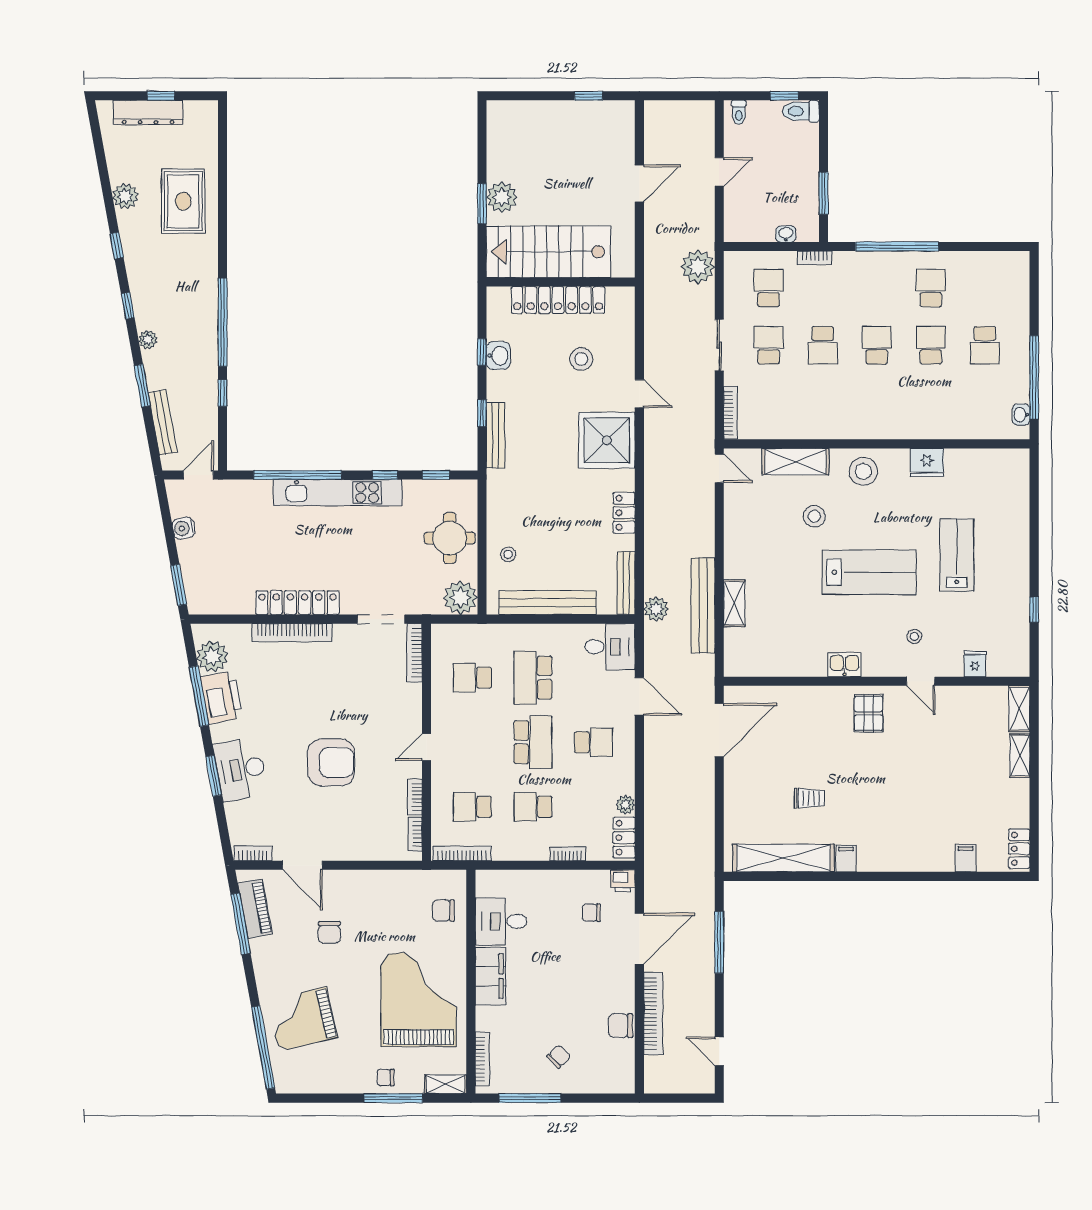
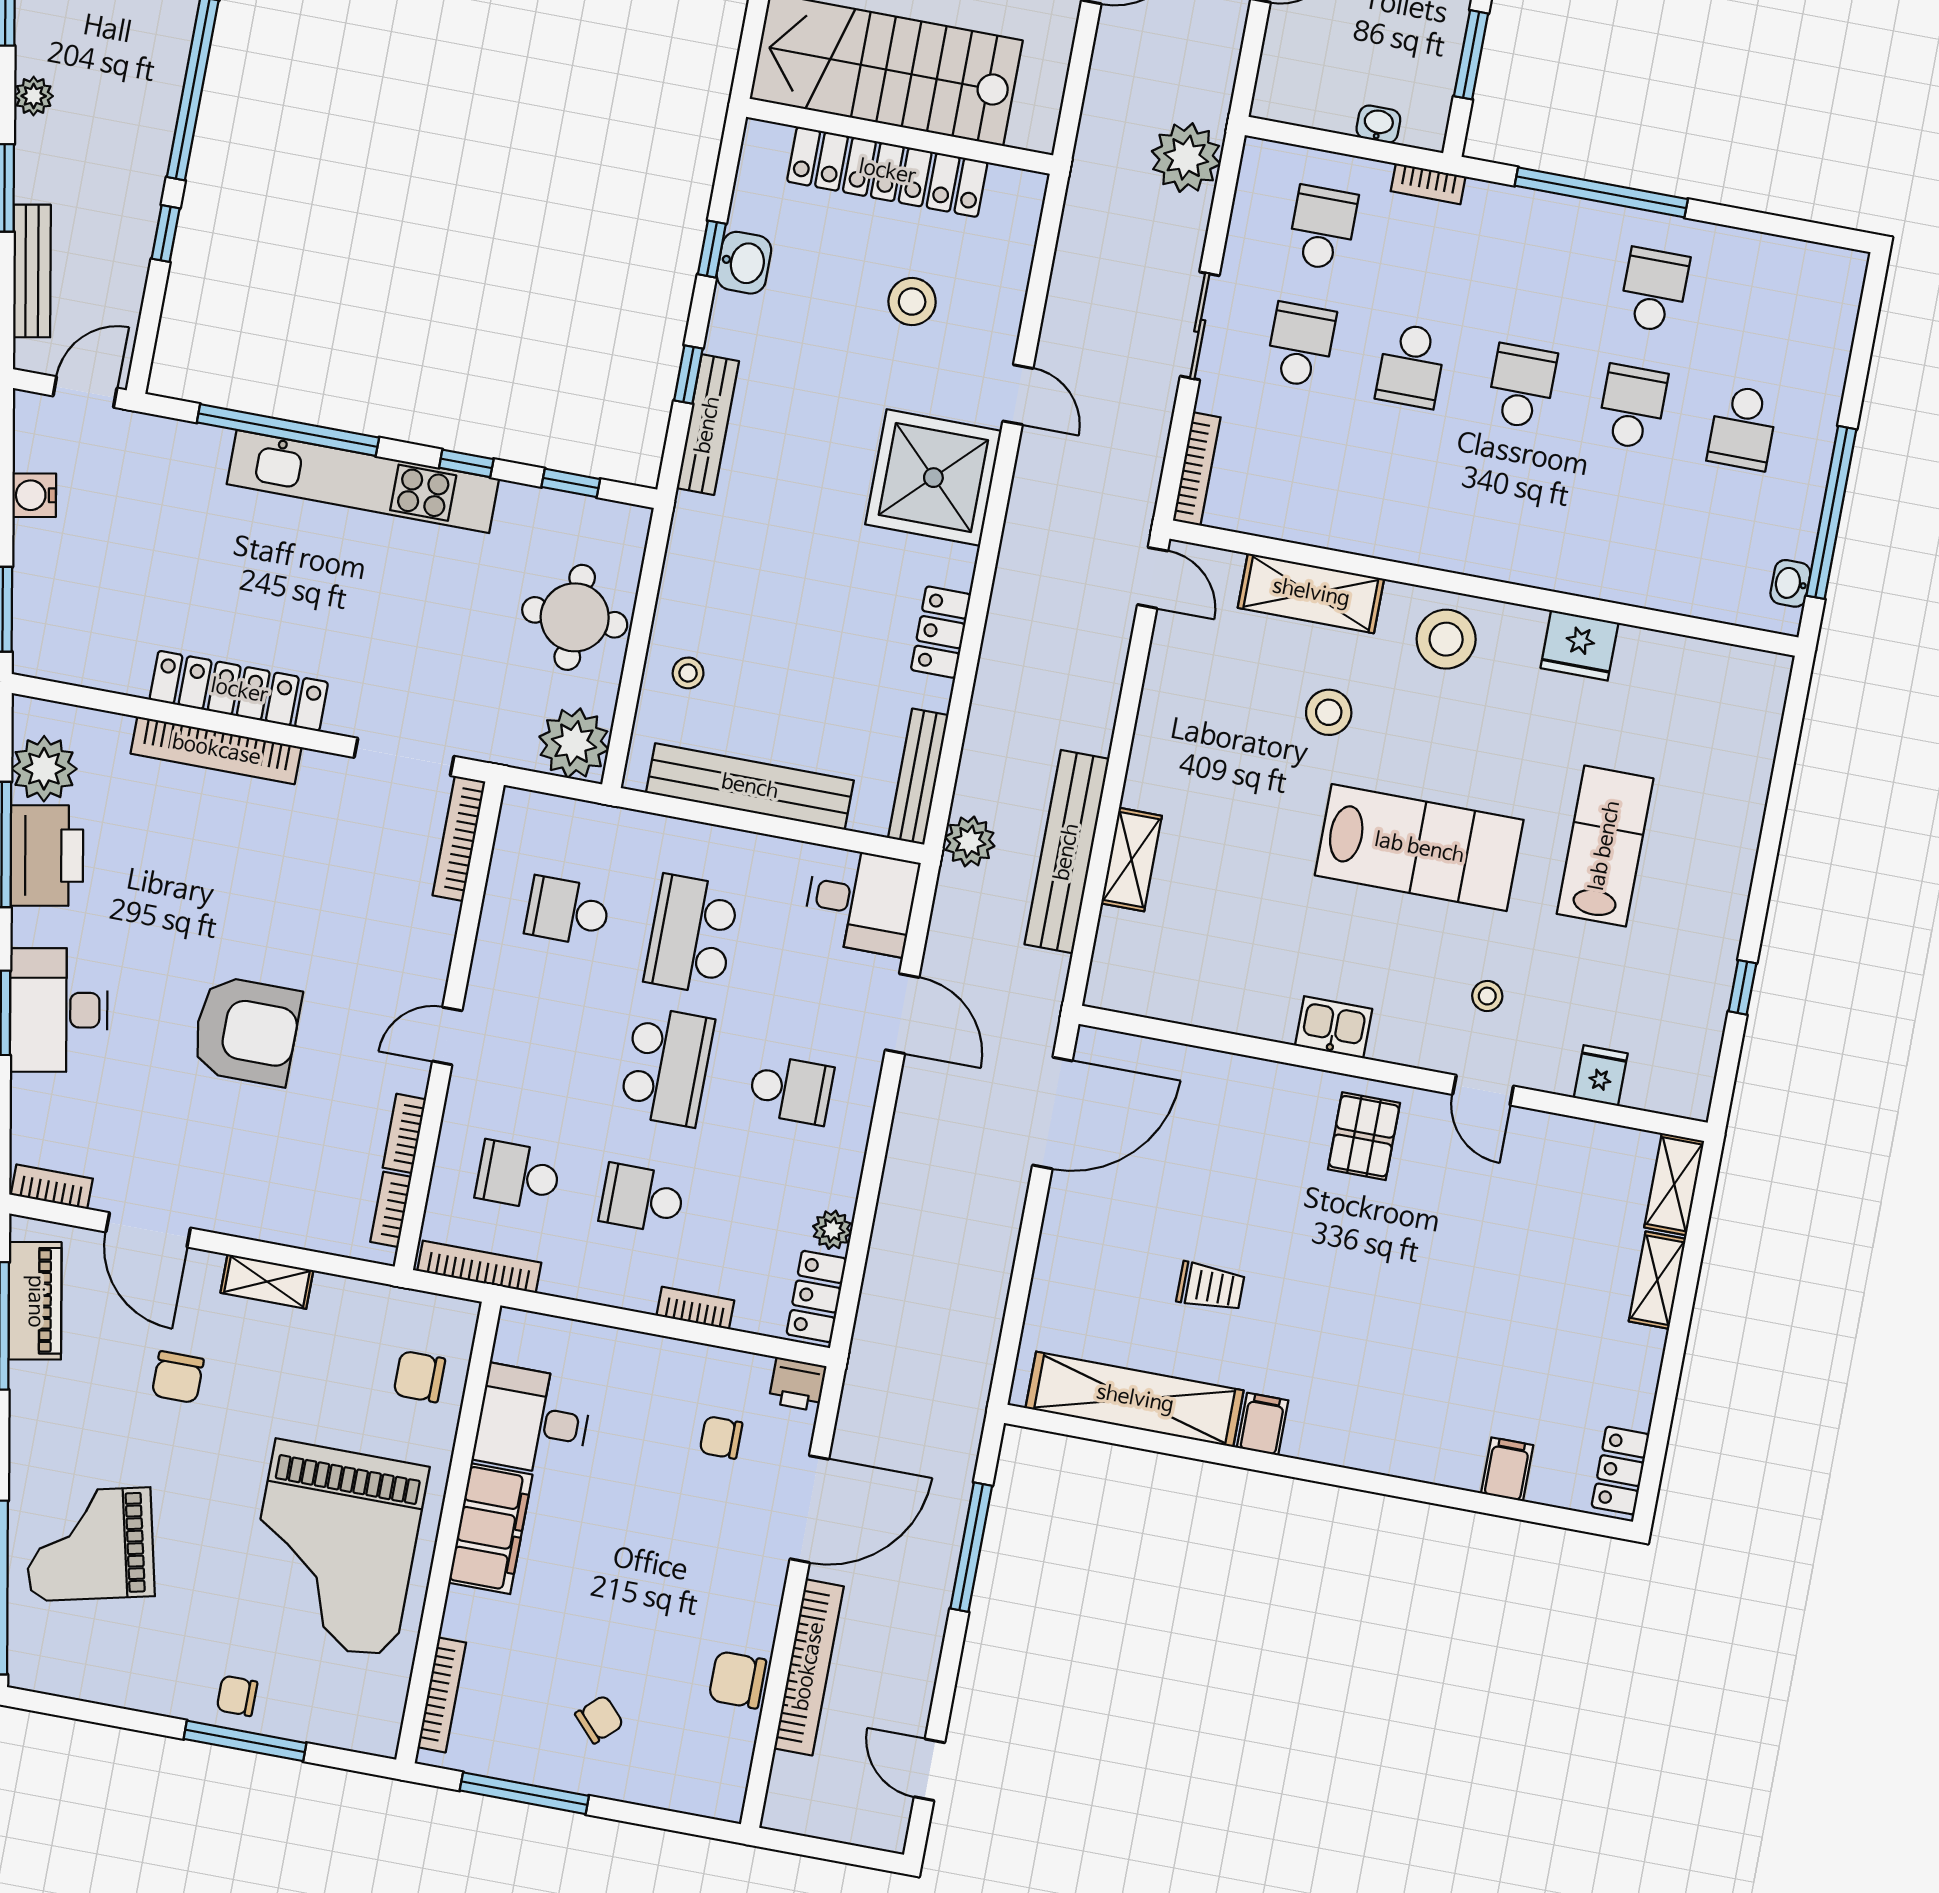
grand piano: (419, 999) -> (335, 1549), turned 180
shelving: (445, 1084) -> (267, 1282), moved

